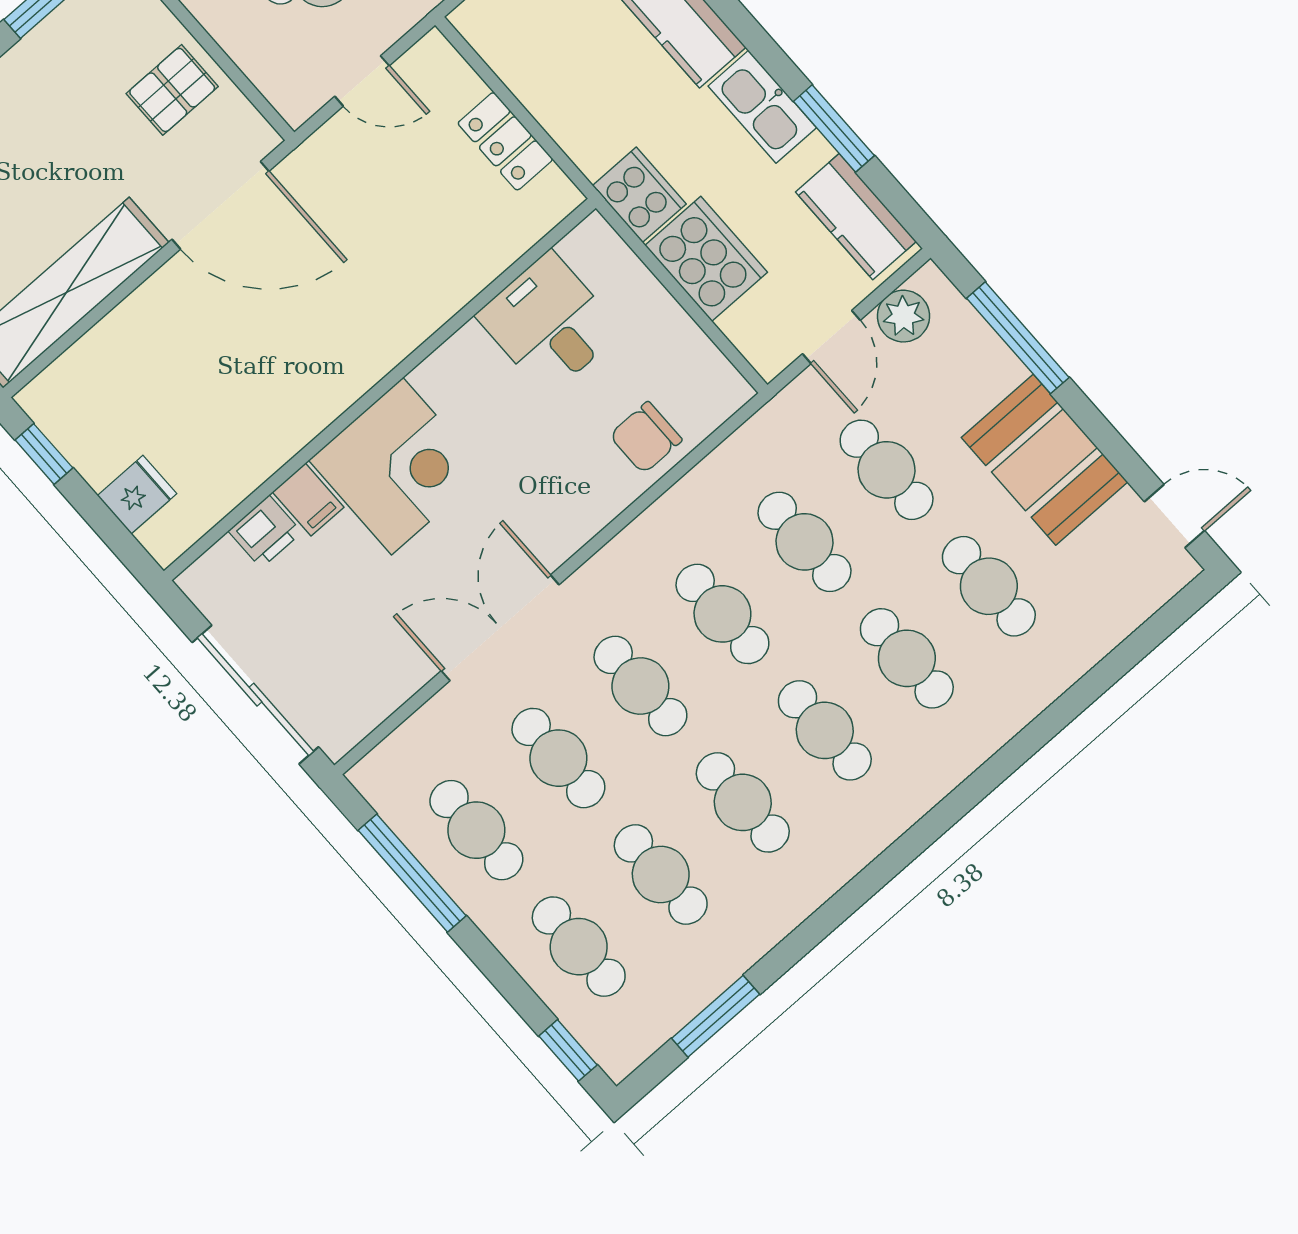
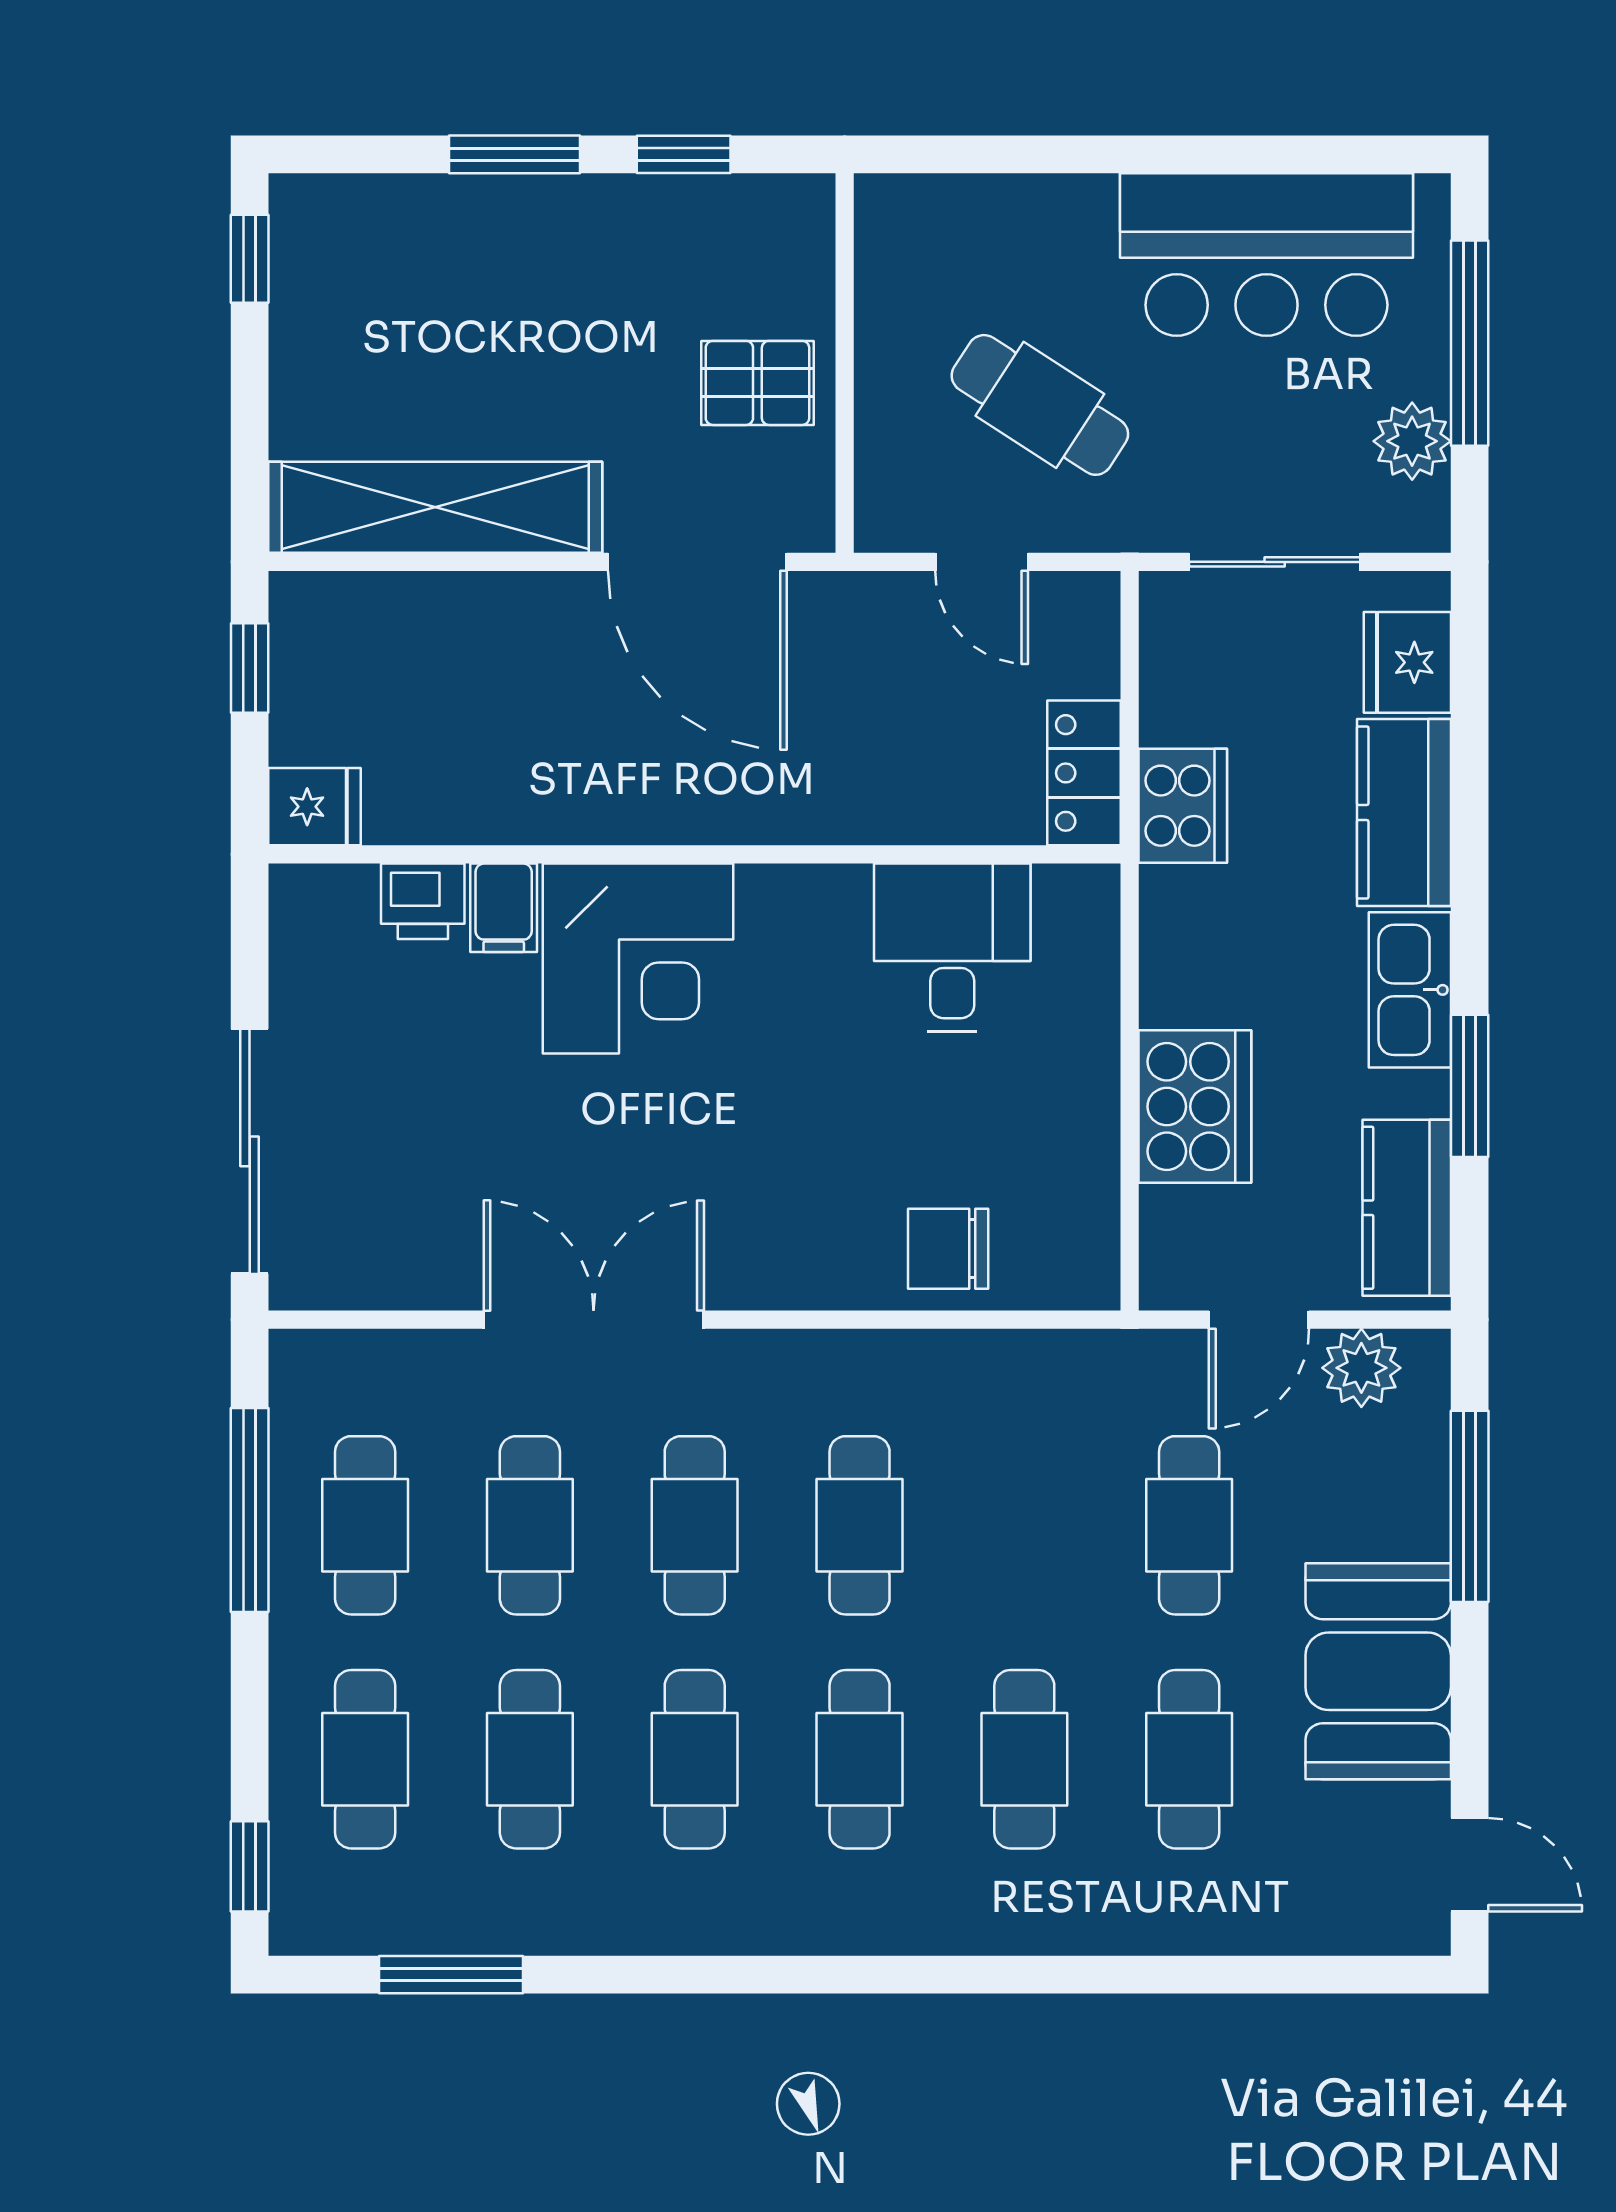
cooker: (639, 195) -> (1183, 806), moved
desk: (549, 323) -> (952, 948), moved
wall: (380, 390) -> (694, 854), moved
corner desk: (397, 466) -> (638, 959), moved
filing cabinet: (308, 500) -> (504, 908), moved
printer: (265, 532) -> (423, 901), moved
cafe table: (804, 542) -> (1024, 1525), removed

